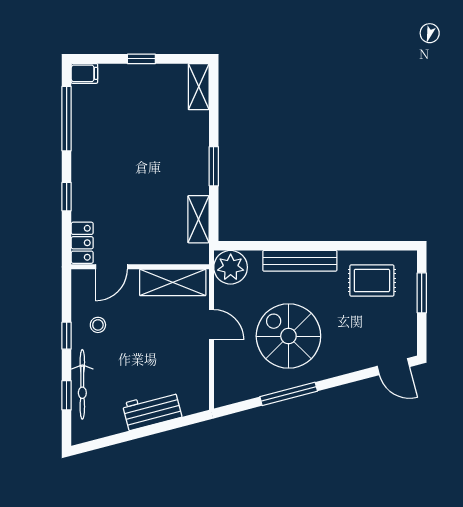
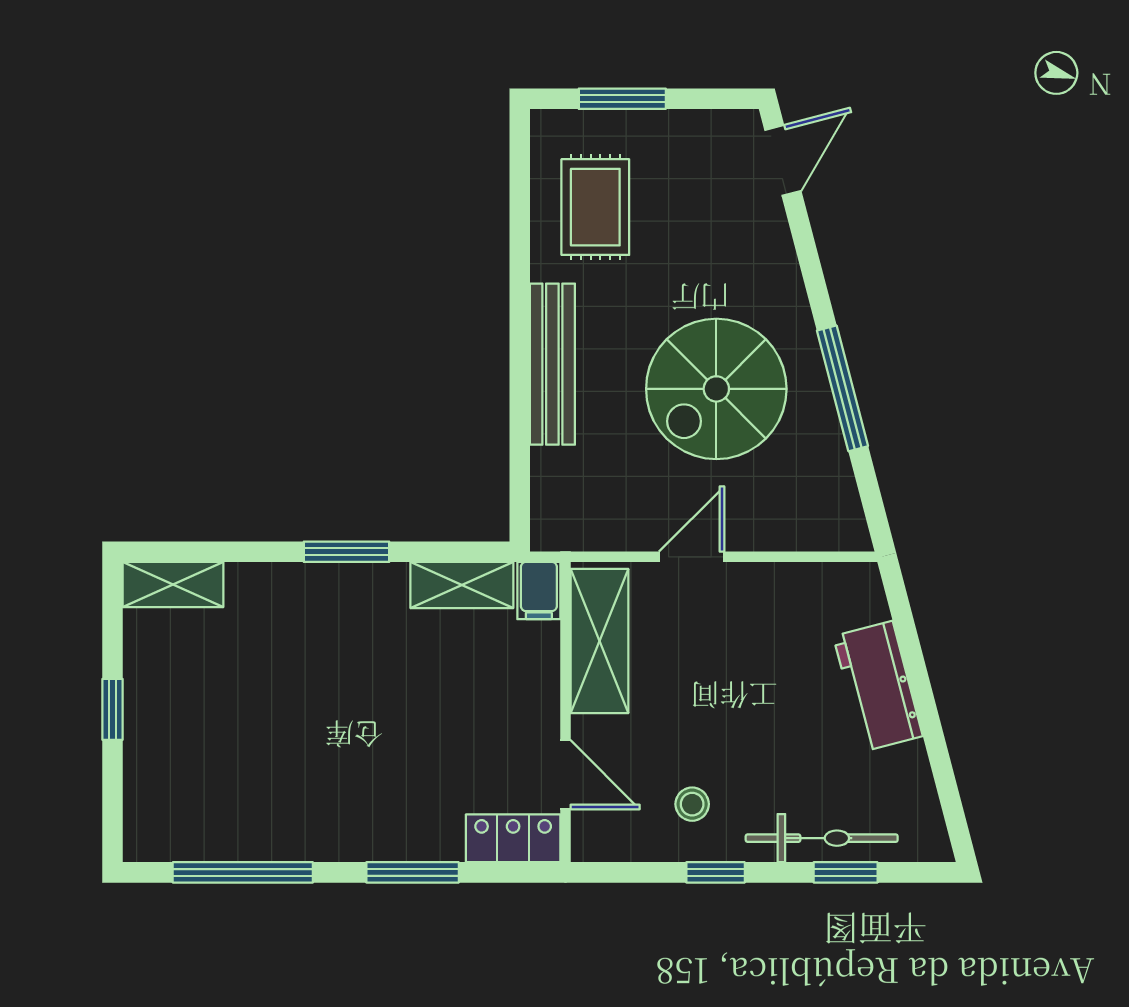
filing cabinet: (84, 73) -> (539, 591), moved, turned 180
window: (67, 197) -> (413, 872), width x1.50
plant: (231, 267) -> (566, 515), removed

